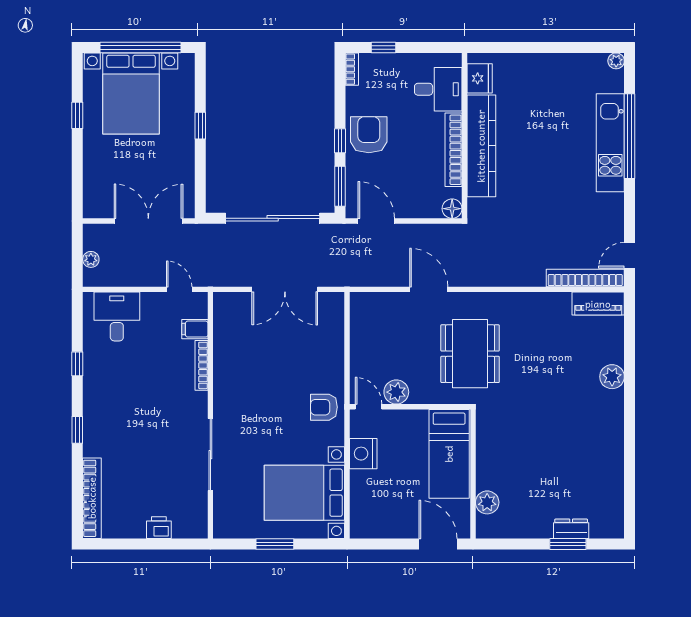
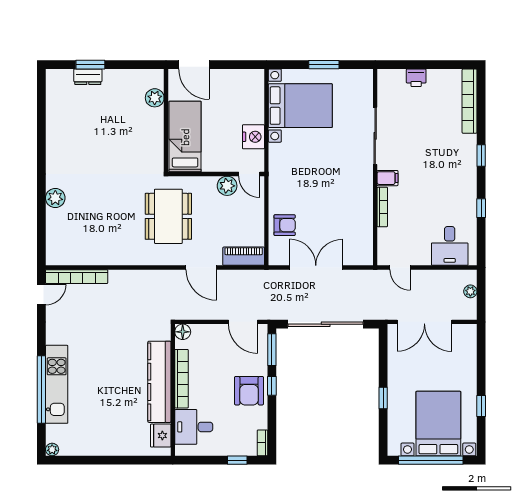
piano: (598, 304) -> (244, 256), moved
filing cabinet: (195, 329) -> (387, 178), moved
armchair: (324, 407) -> (285, 225), moved

